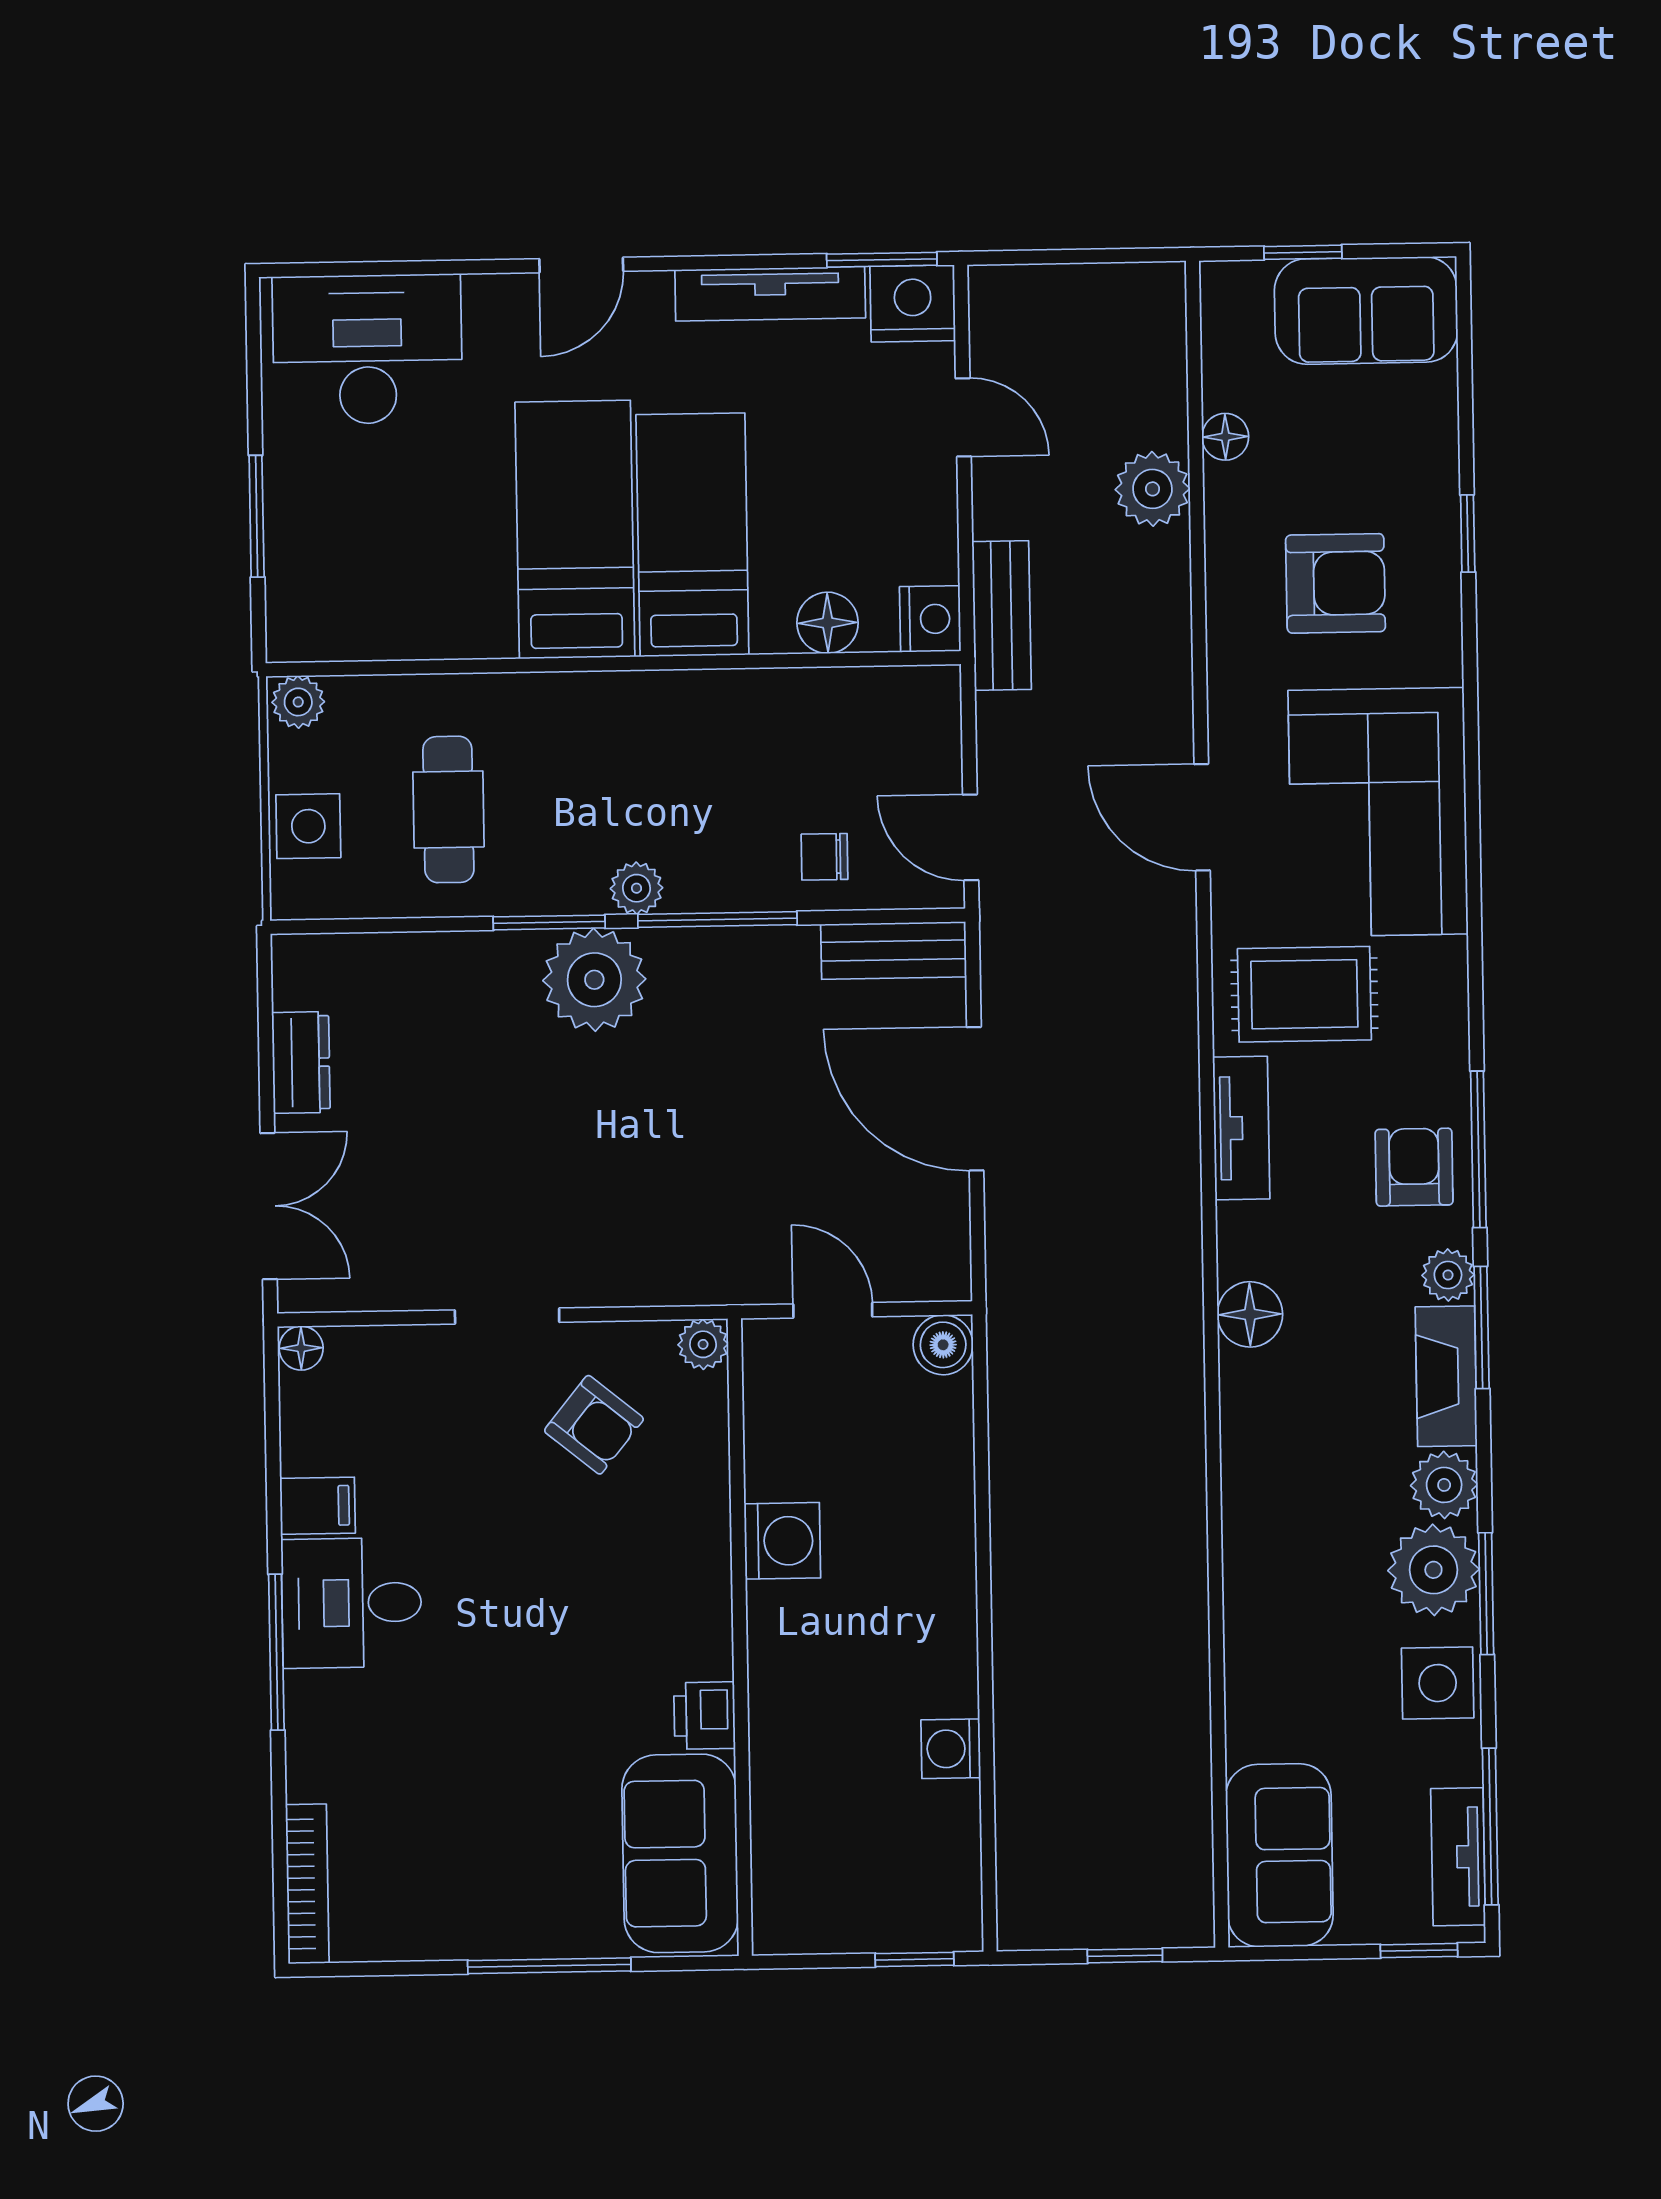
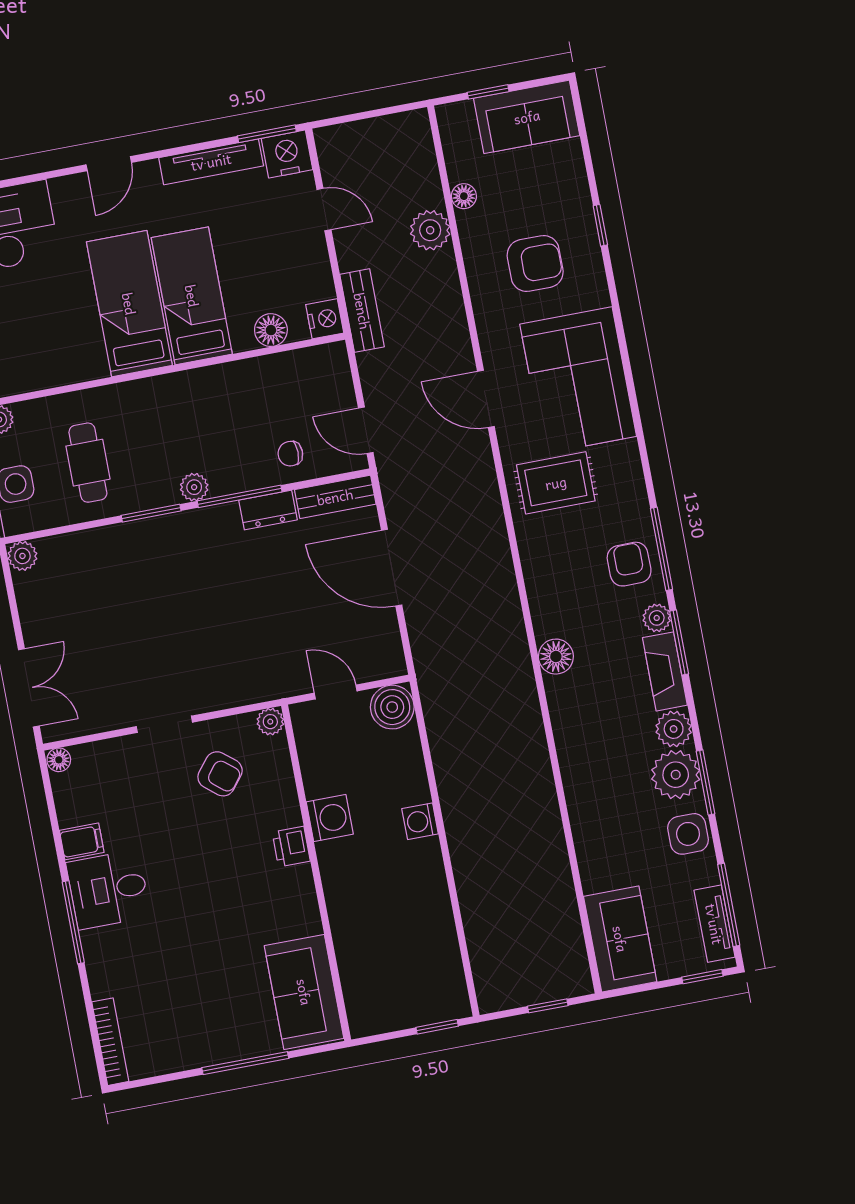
plant: (594, 980) -> (22, 556), moved, width x0.53, depth x0.53
dresser: (301, 1062) -> (268, 510), moved, turned 90
tv unit: (1241, 1128) -> (535, 559), removed
boiler: (943, 1345) -> (392, 707), width x1.36, depth x1.36
printer: (704, 1716) -> (291, 847), moved
washing machine: (951, 1749) -> (420, 821), moved

